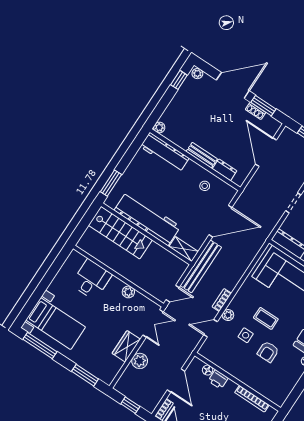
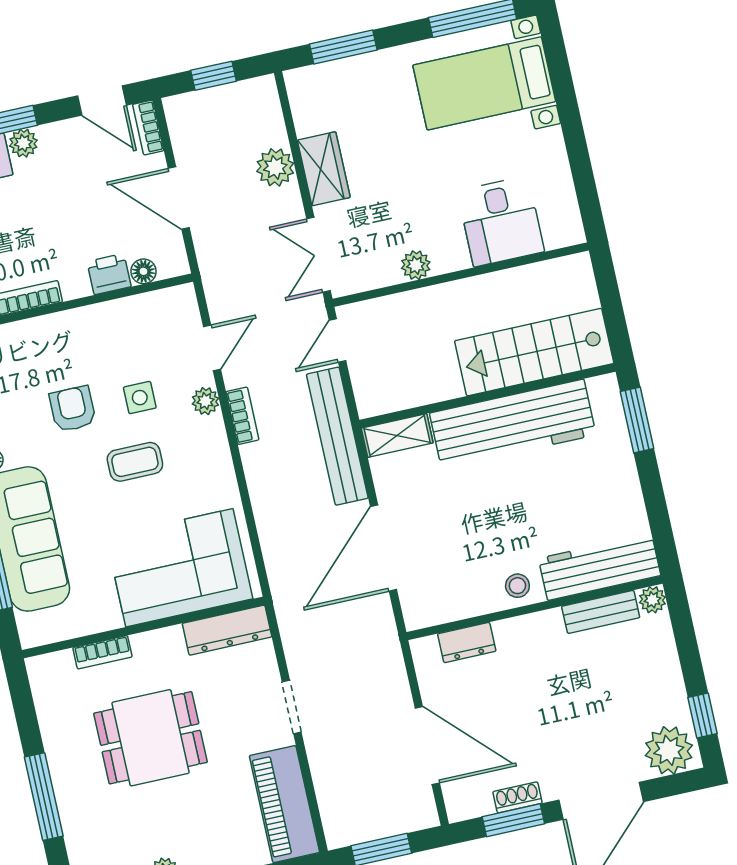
plant: (197, 74) -> (669, 750), width x1.88, depth x1.88
bench: (202, 155) -> (601, 612), moved
stool: (205, 186) -> (517, 586), moved

